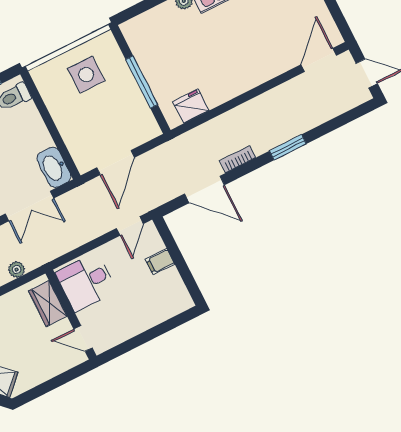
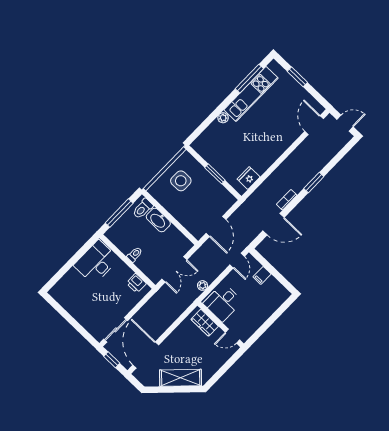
window: (142, 82) -> (215, 174), width x0.69
washbasin: (54, 167) -> (158, 220), moved
plant: (17, 269) -> (203, 285), moved

